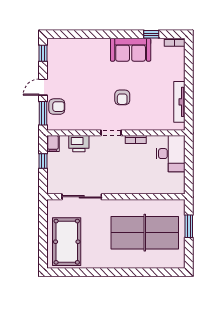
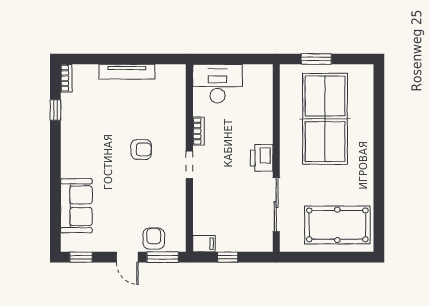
sofa: (131, 50) -> (76, 206), moved
tv unit: (179, 102) -> (127, 72), moved
printer: (79, 144) -> (262, 158), moved, turned 180

